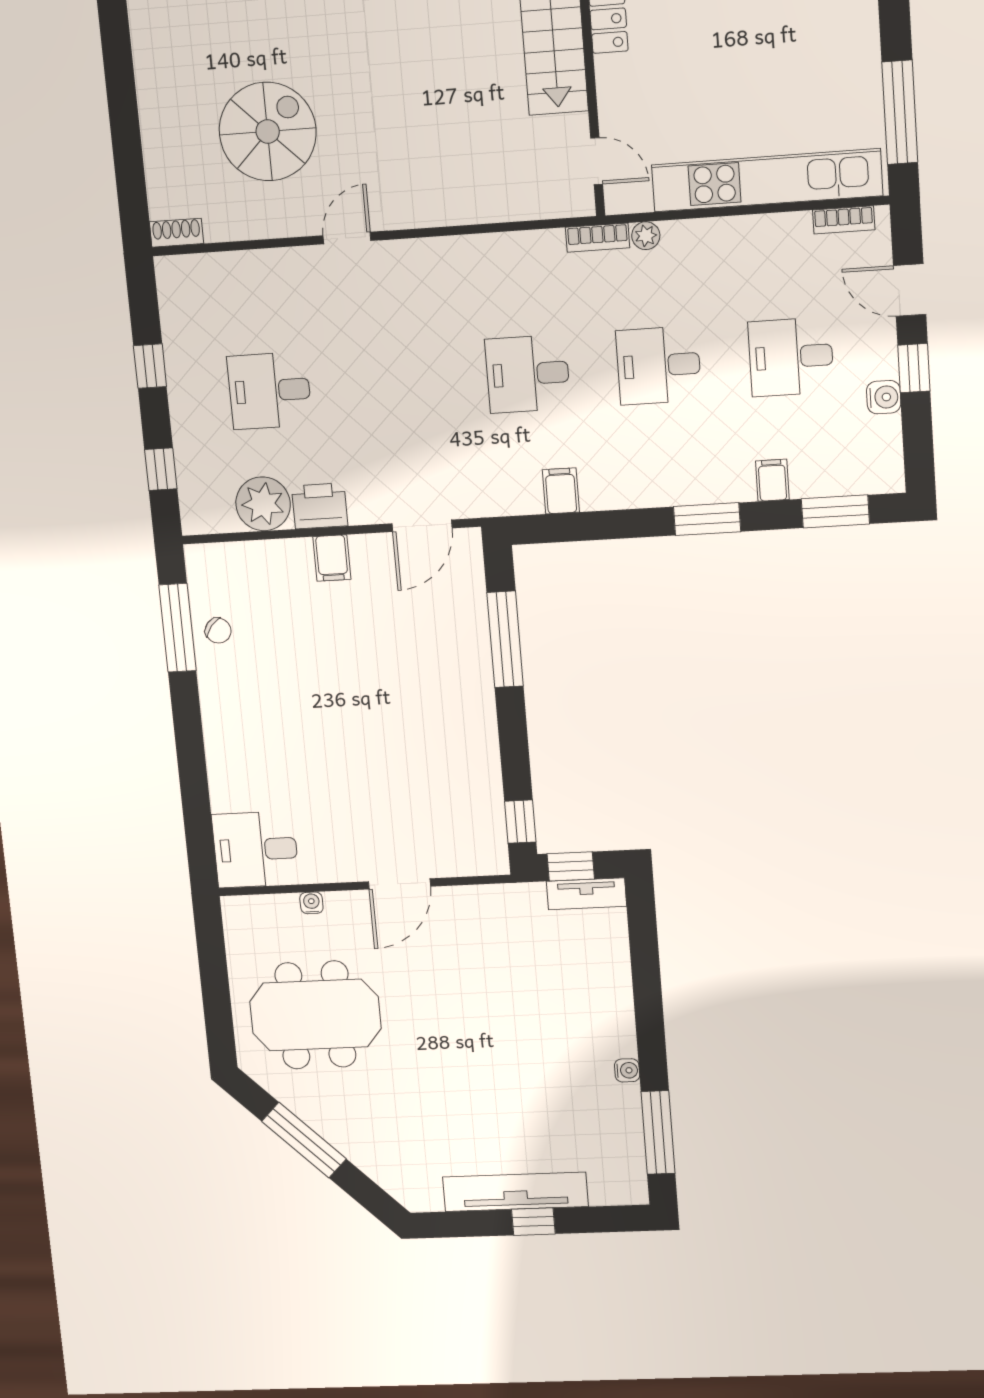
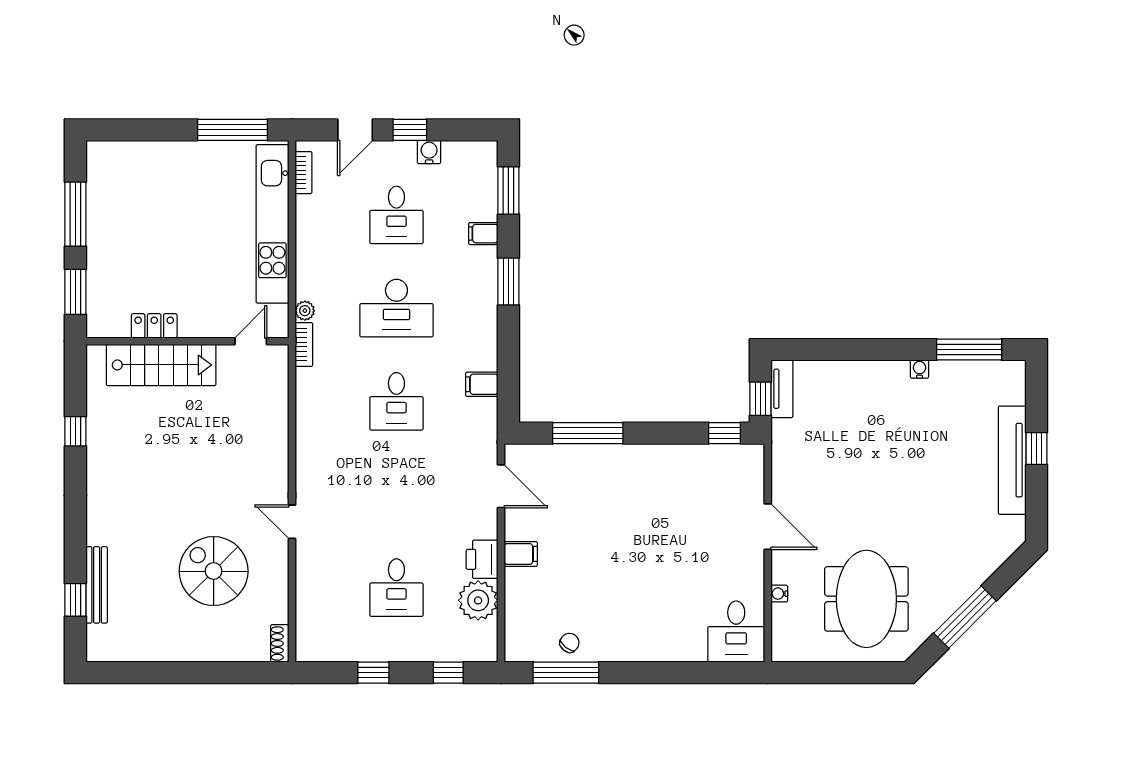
desk: (659, 365) -> (396, 308), width x1.37

